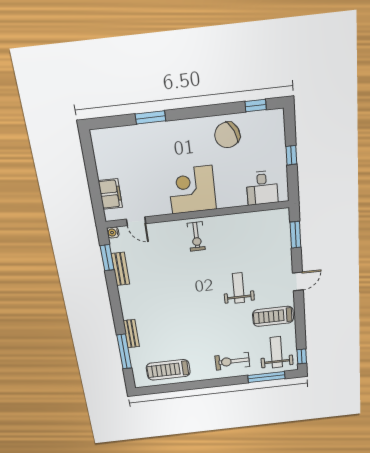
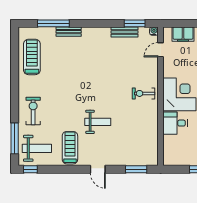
desk: (262, 188) -> (175, 123), moved

